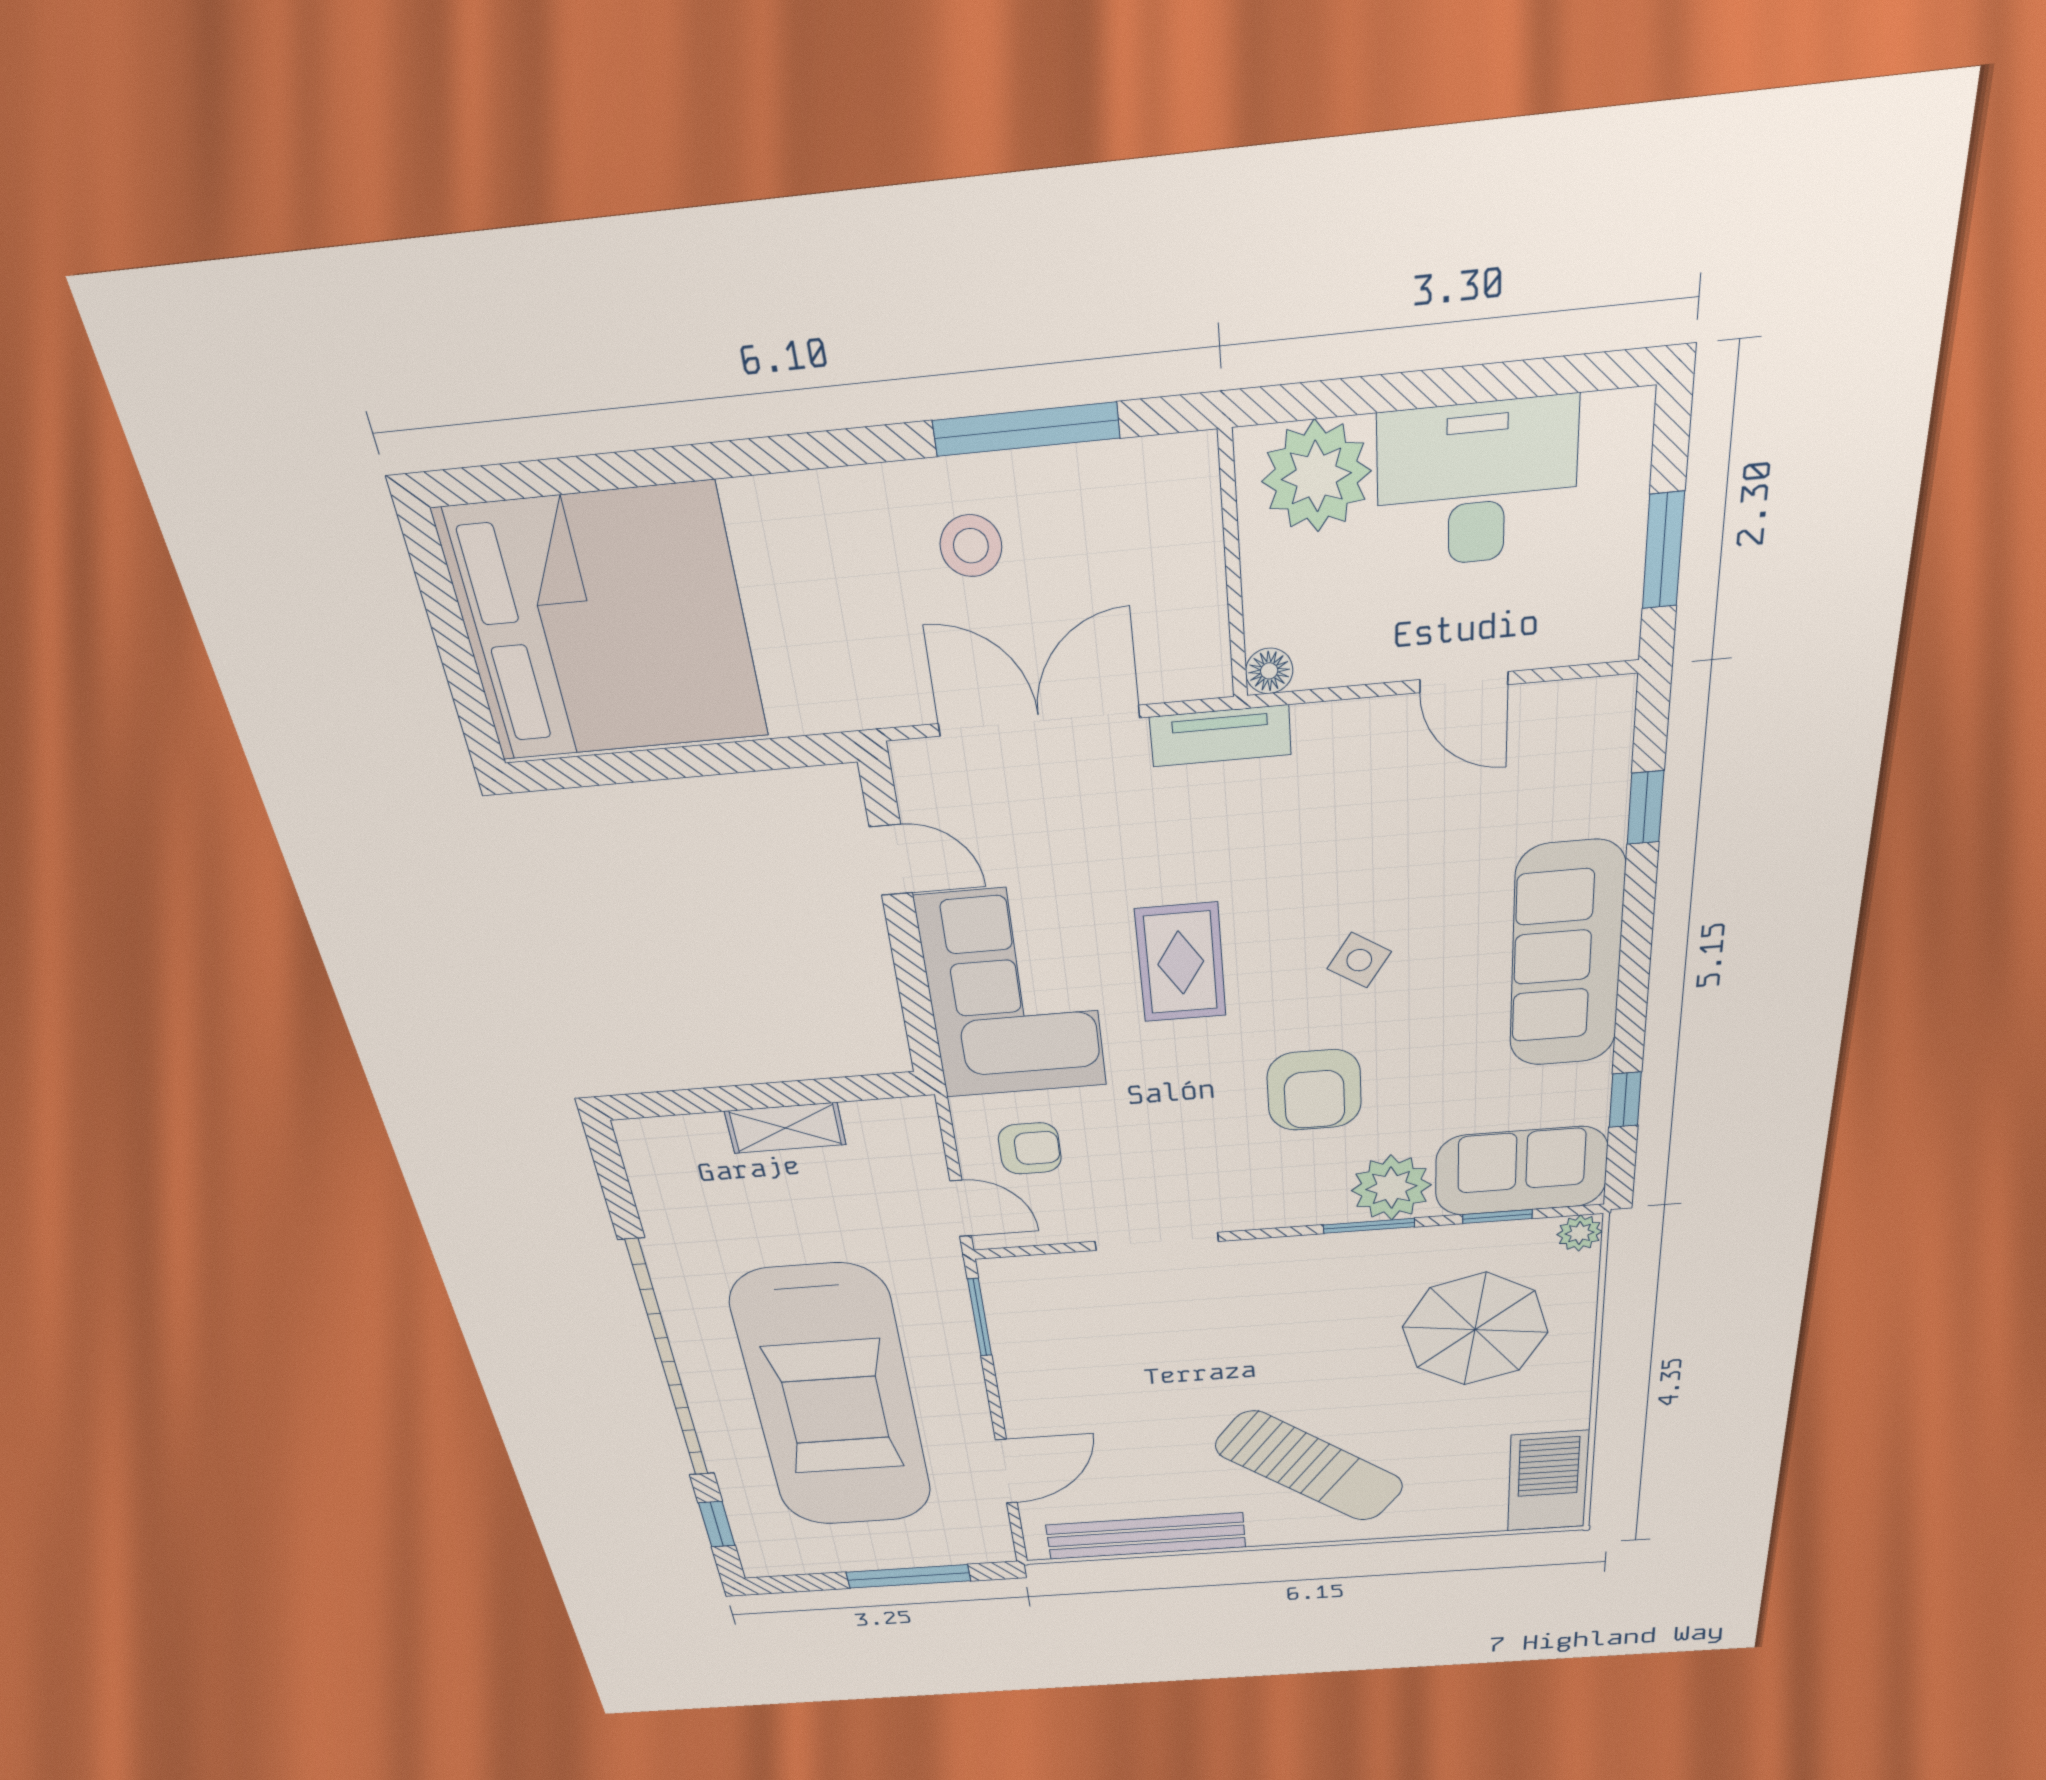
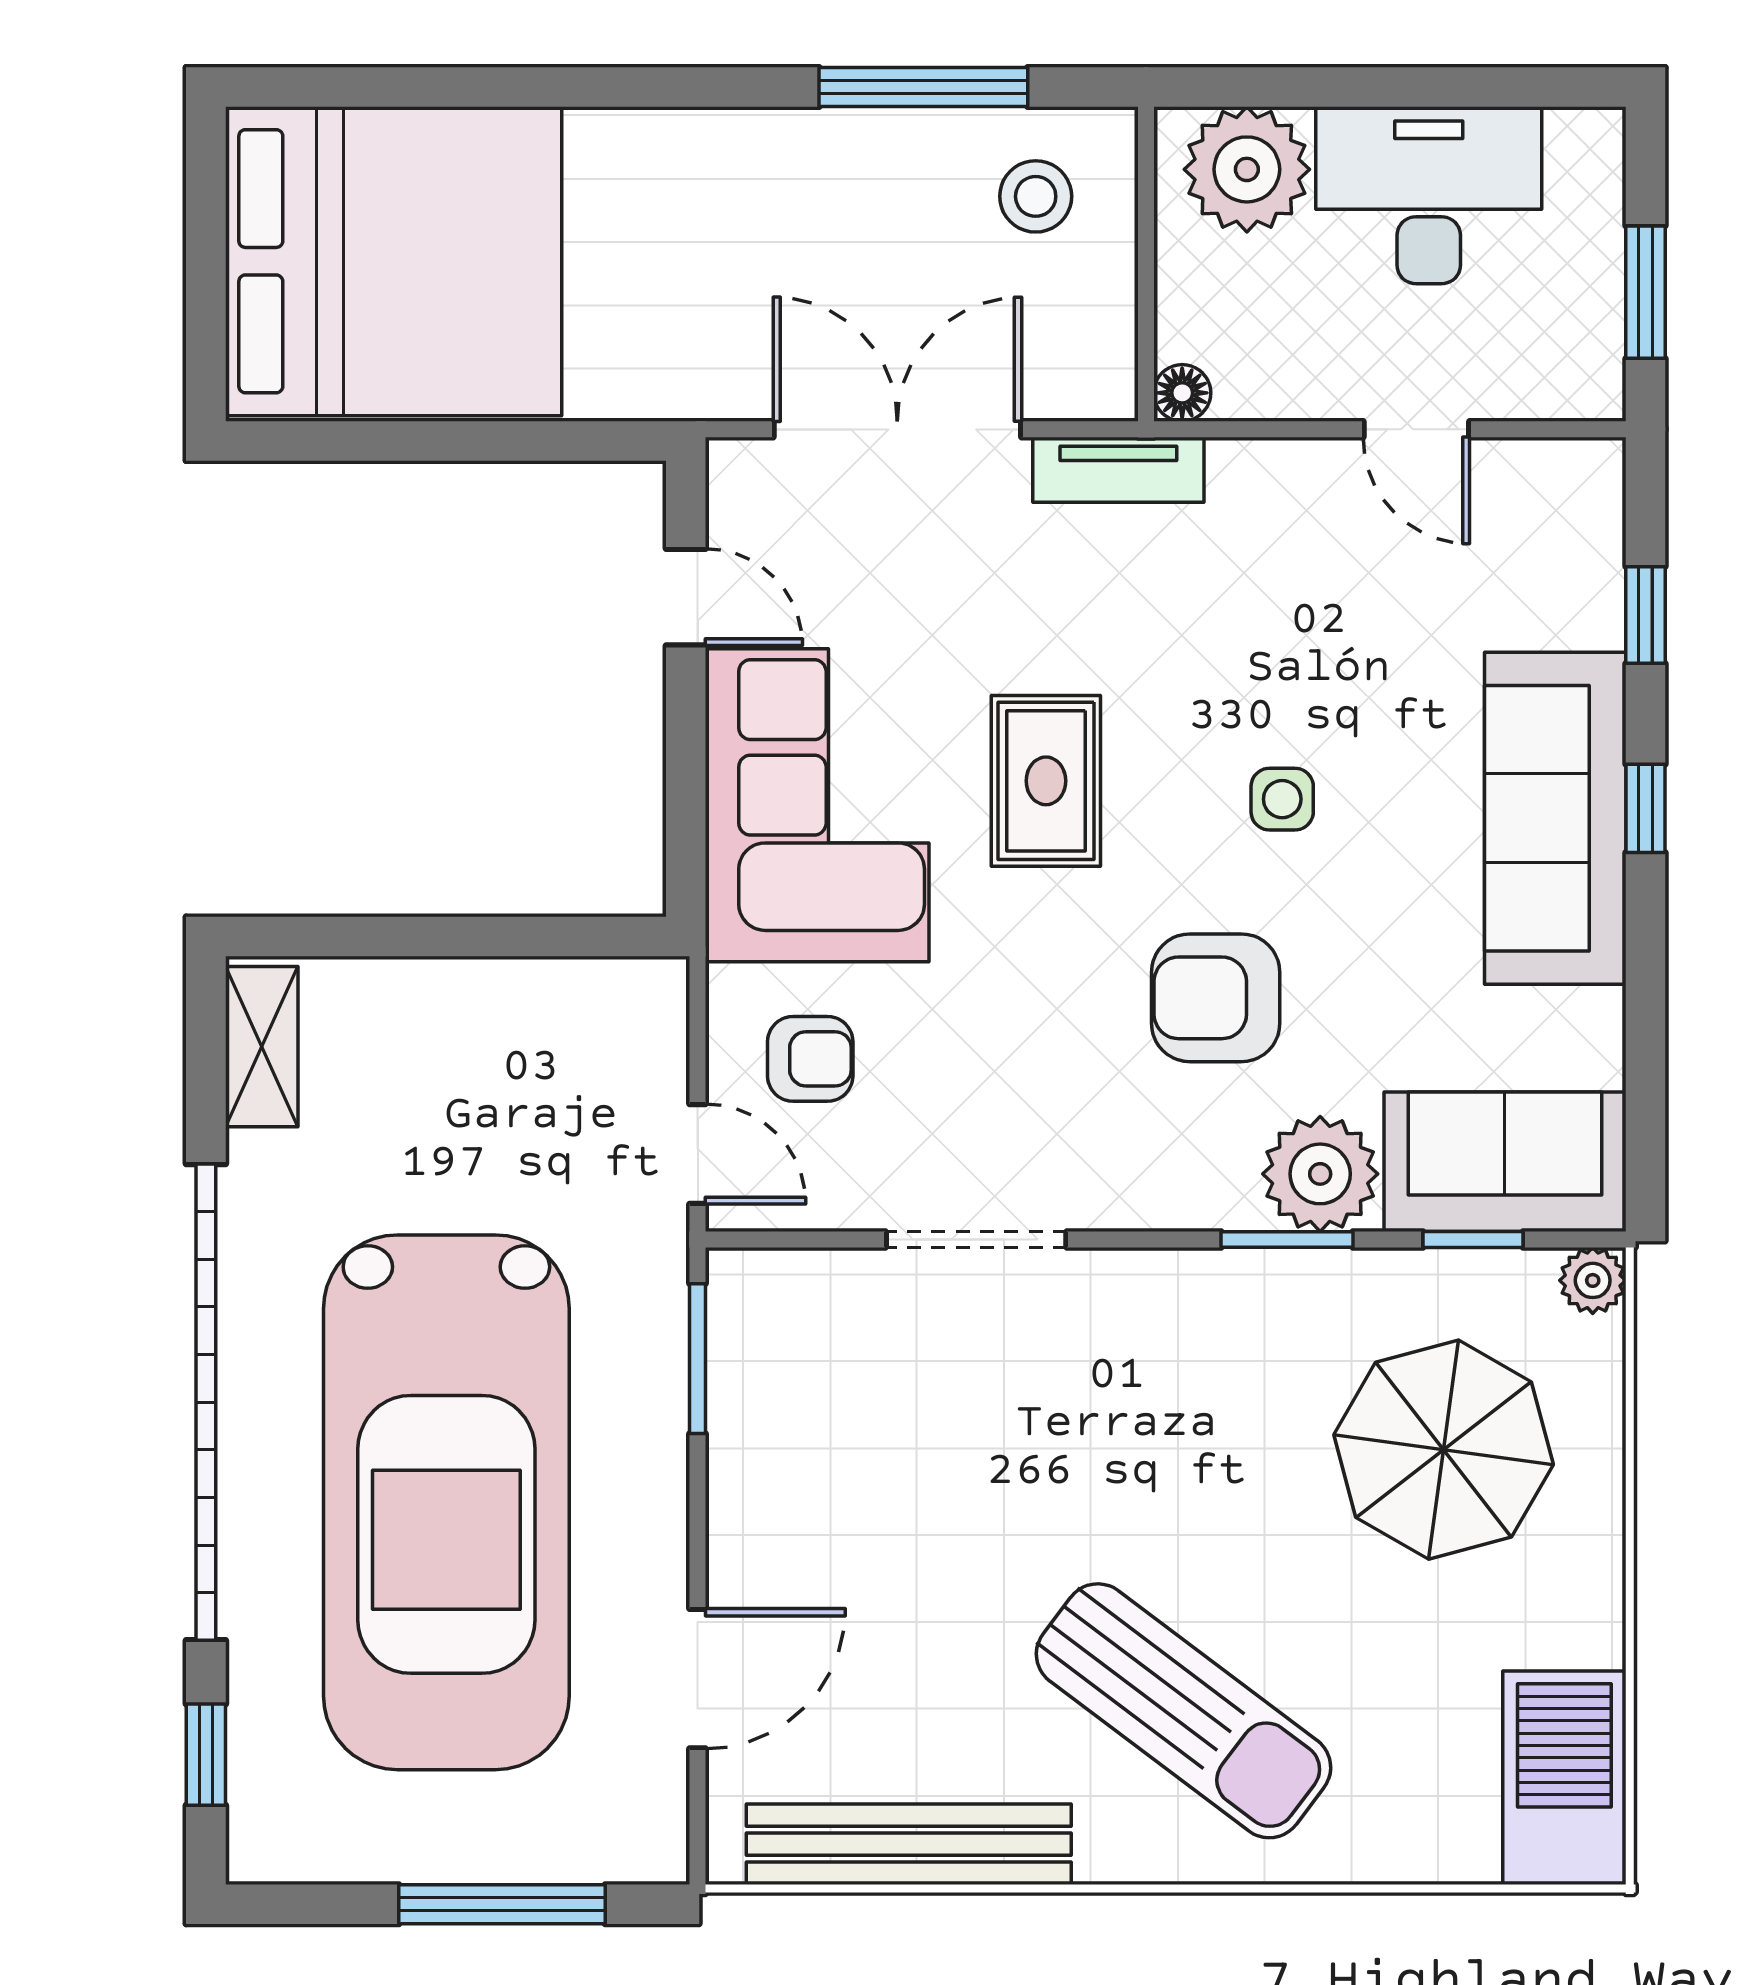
stool: (971, 546) -> (1036, 196), moved
side table: (1359, 960) -> (1282, 799), turned -33
armchair: (1314, 1090) -> (1216, 998), turned 90
window: (1625, 1100) -> (1645, 808), moved
shelving: (785, 1128) -> (262, 1047), moved, turned 90

